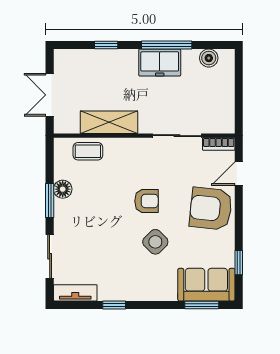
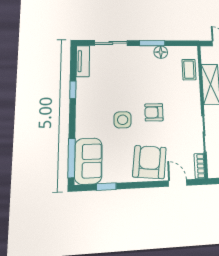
armchair: (146, 201) -> (154, 112), turned 90
side table: (155, 242) -> (123, 120), turned 45
window: (202, 305) -> (72, 158), width x1.44

